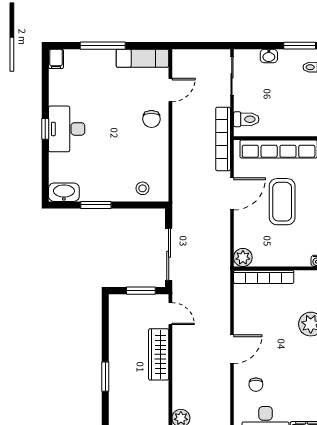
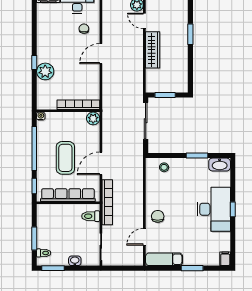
window: (103, 46) -> (192, 268), width x0.69
desk: (67, 129) -> (214, 209), width x1.36, depth x1.30
door: (170, 314) -> (144, 21), moved

